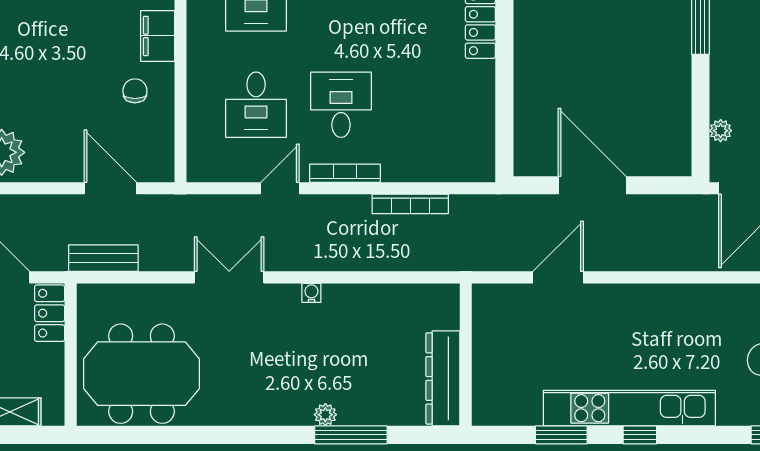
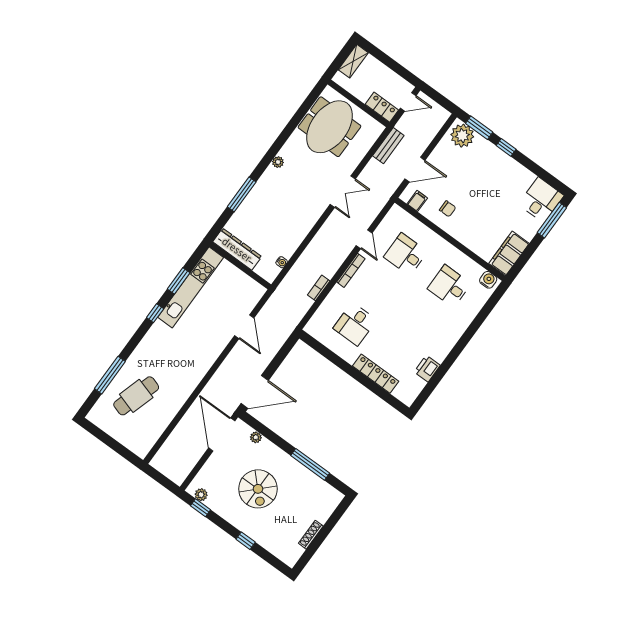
filing cabinet: (158, 36) -> (417, 201), moved, width x0.50
desk: (341, 105) -> (355, 324), moved, turned 90
door: (592, 185) -> (255, 392), moved
bookcase: (410, 204) -> (319, 288), width x0.64
water cooler: (311, 293) -> (282, 262), moved
kitchen unit: (629, 408) -> (191, 287), moved
plant: (325, 415) -> (278, 162), moved

